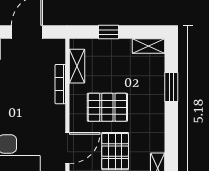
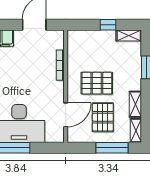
window: (108, 32) -> (108, 25), moved
shelving: (77, 66) -> (135, 104), moved

